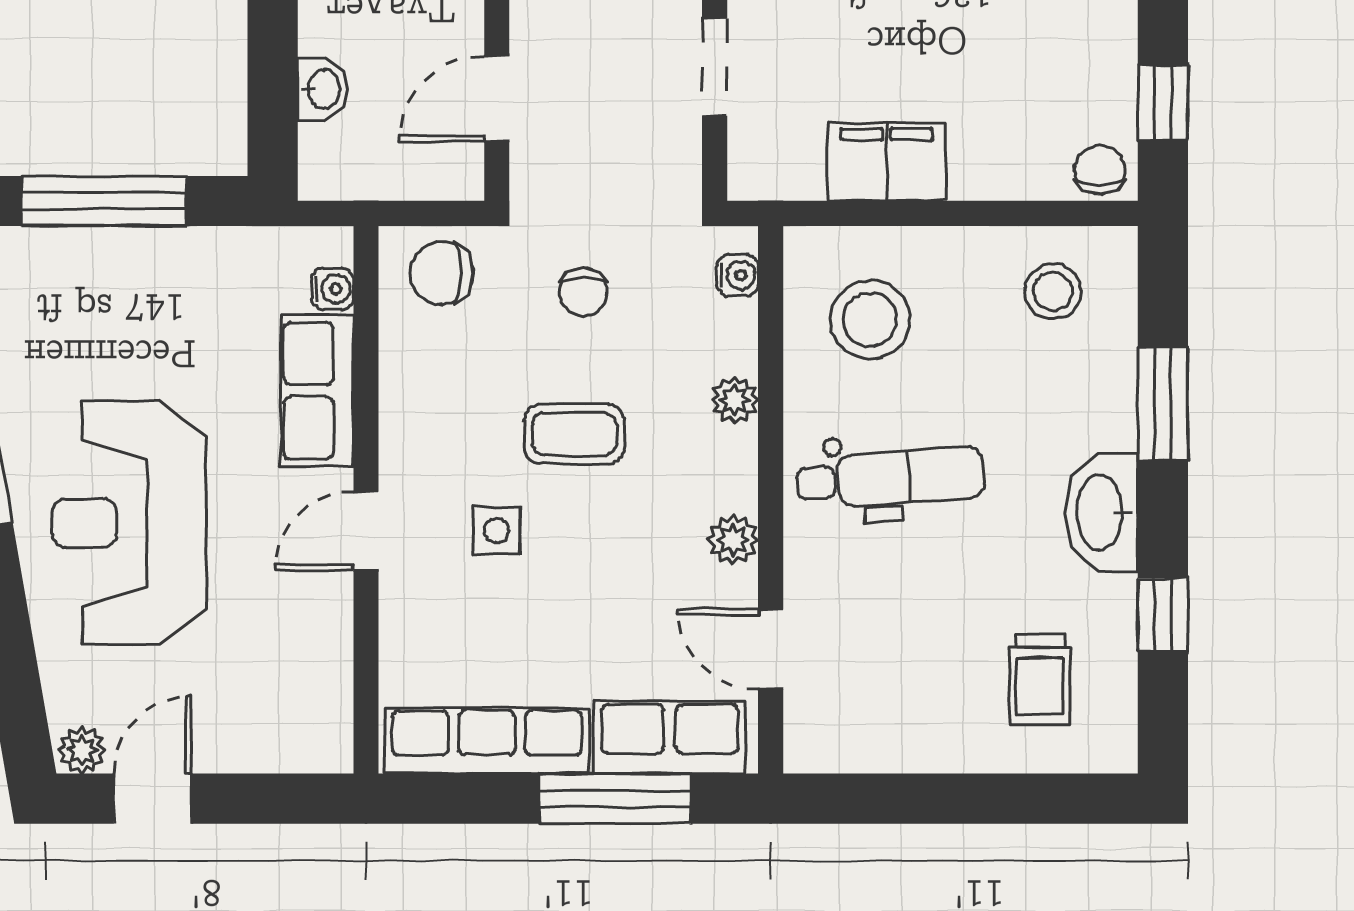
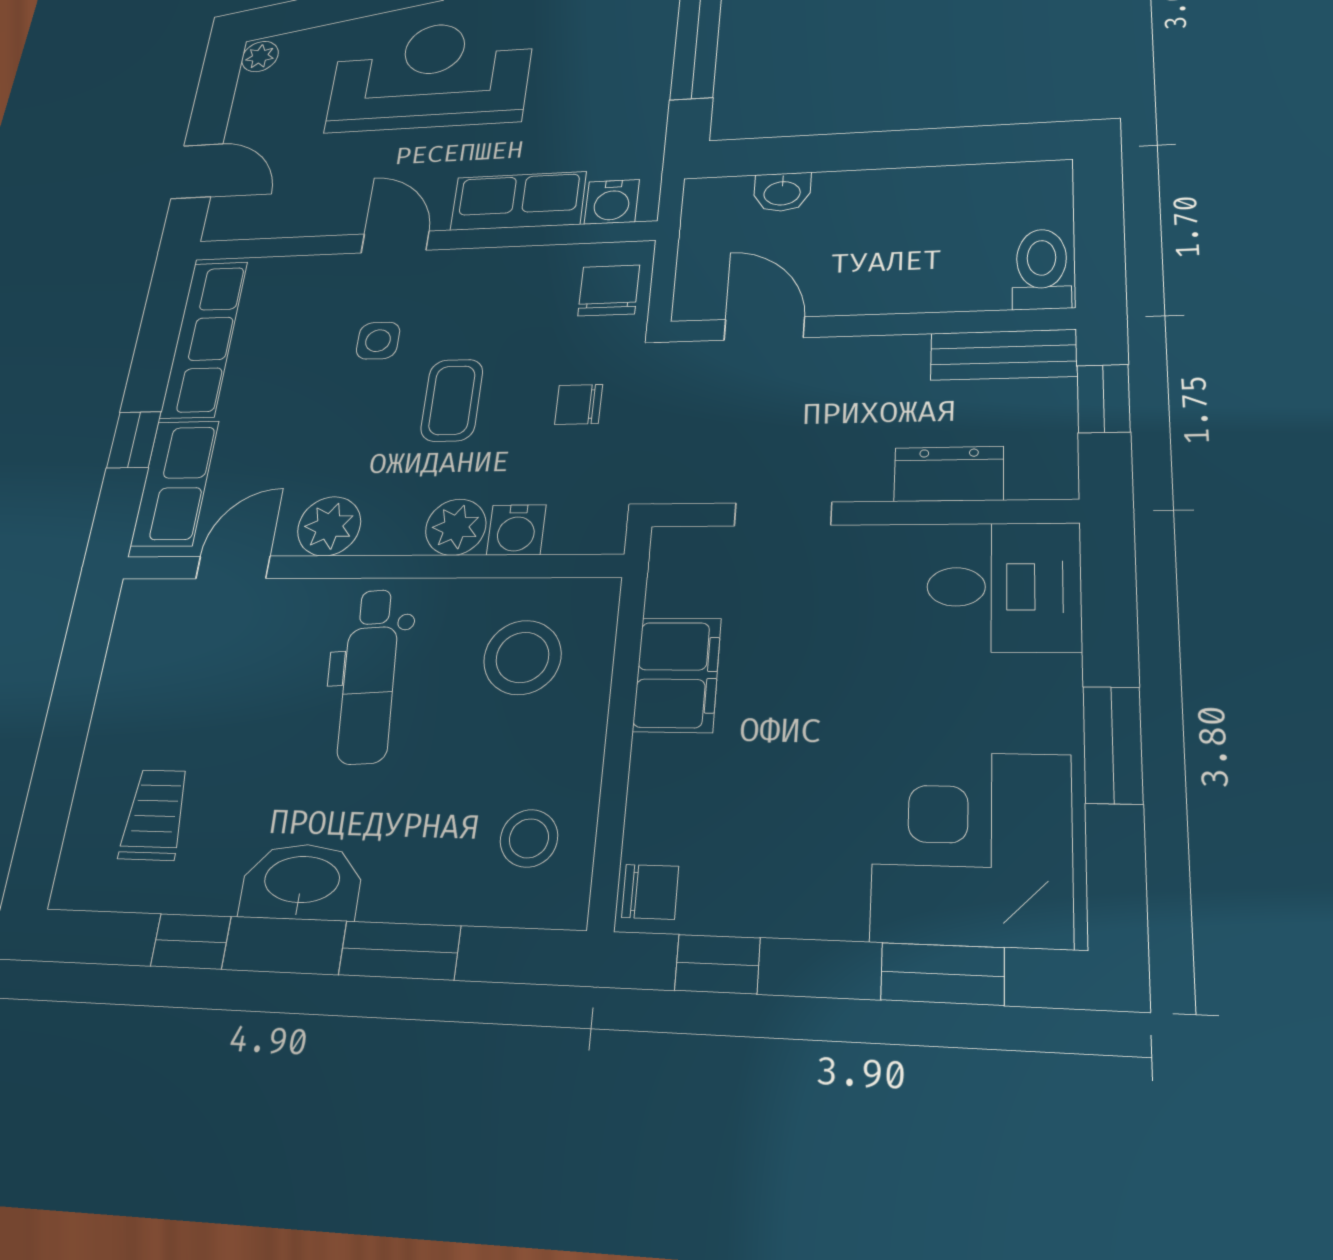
water cooler: (738, 275) -> (516, 530), moved, width x1.38, depth x1.38
water cooler: (333, 289) -> (612, 202), width x1.38, depth x1.38
plant: (735, 400) -> (456, 527), width x1.38, depth x1.38
plant: (733, 540) -> (329, 526), width x1.38, depth x1.38
trolley: (1040, 680) -> (155, 815), turned 90
door: (153, 799) -> (197, 171), moved
window: (615, 799) -> (134, 440), width x0.46

